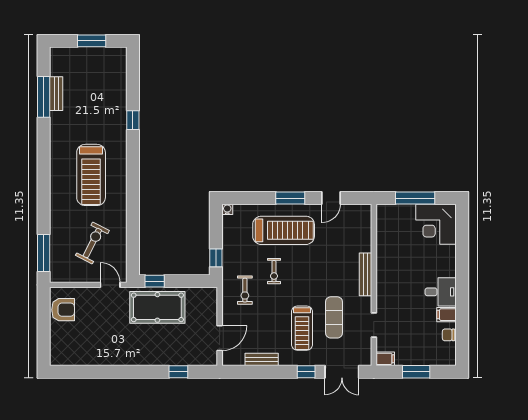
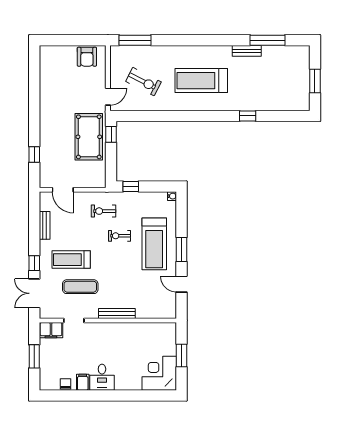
bench: (56, 94) -> (247, 51), moved
window: (415, 198) -> (182, 355), width x0.69
filing cabinet: (385, 359) -> (51, 330), width x2.00

